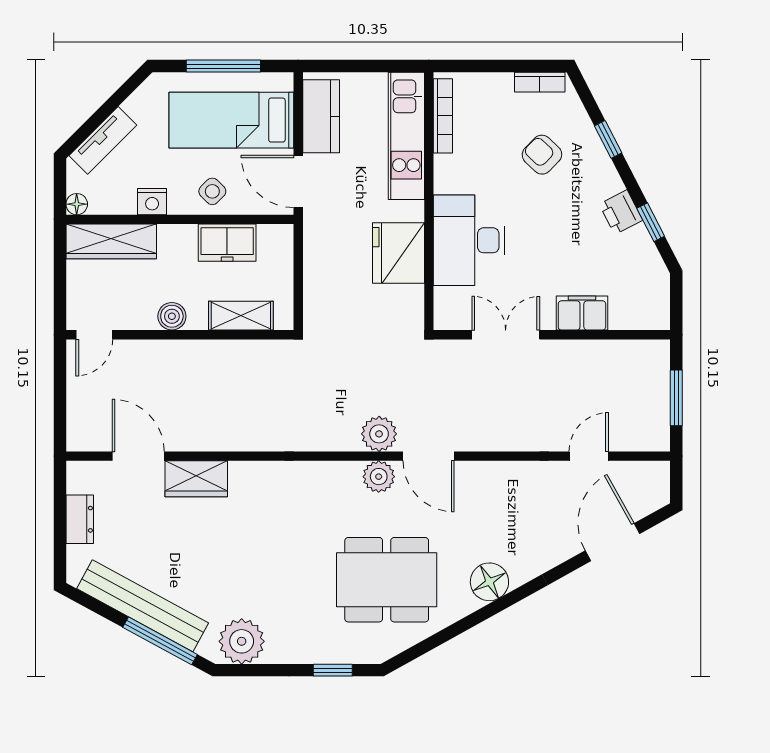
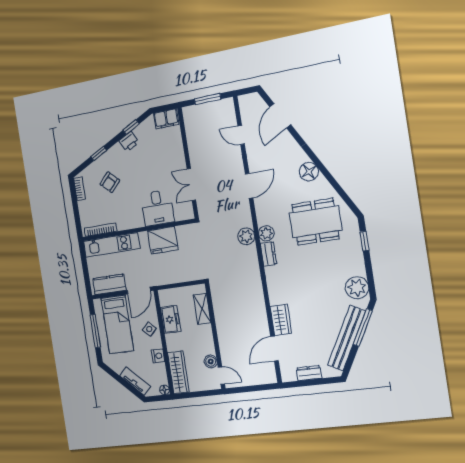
desk: (469, 240) -> (157, 208), width x0.73
filing cabinet: (582, 313) -> (166, 119), moved, turned -90
boiler: (172, 316) -> (211, 361), moved
door: (428, 456) -> (249, 186), moved
dresser: (336, 474) -> (269, 254), added
door: (613, 542) -> (280, 116), hinge flipped
dining table: (387, 580) -> (315, 222), turned 90

